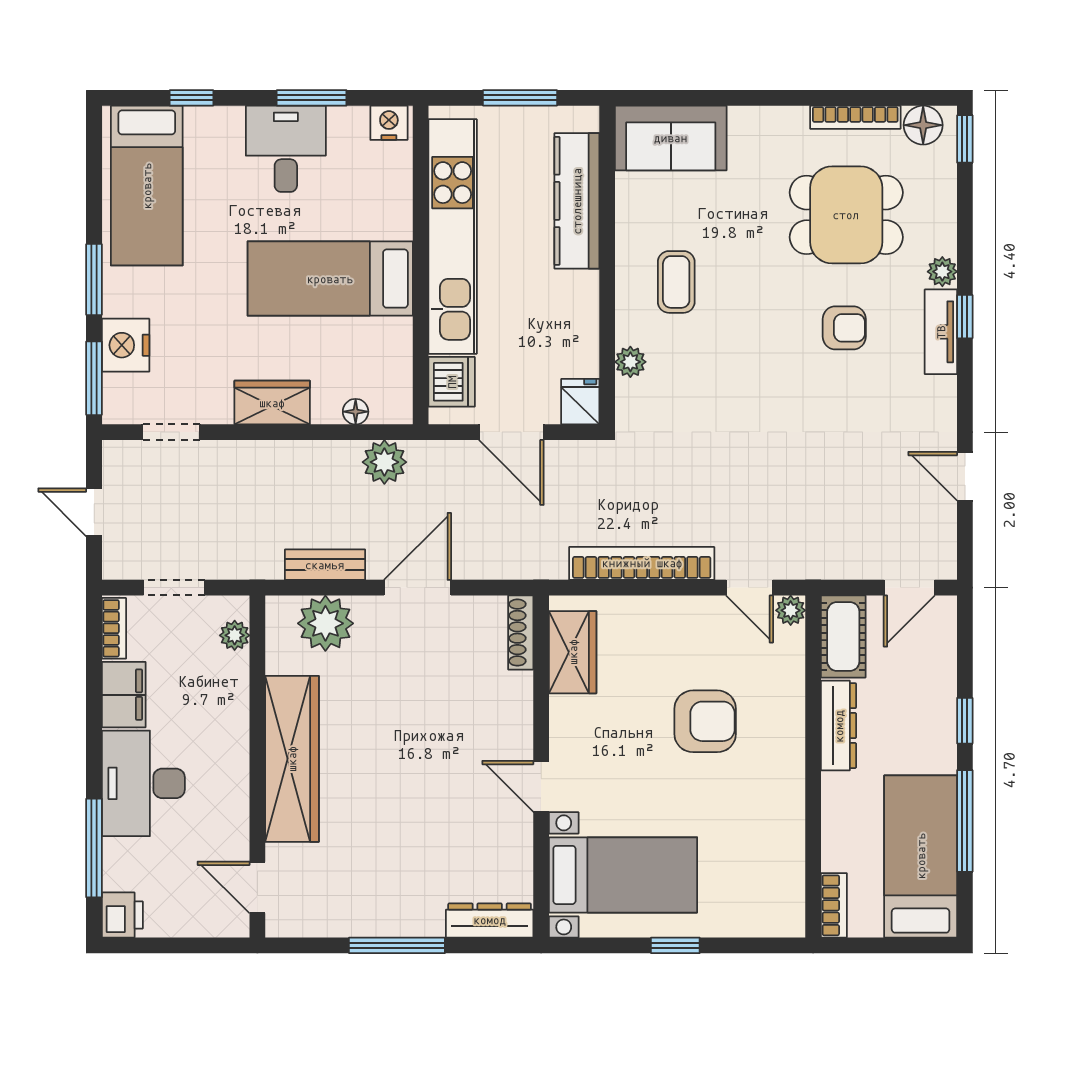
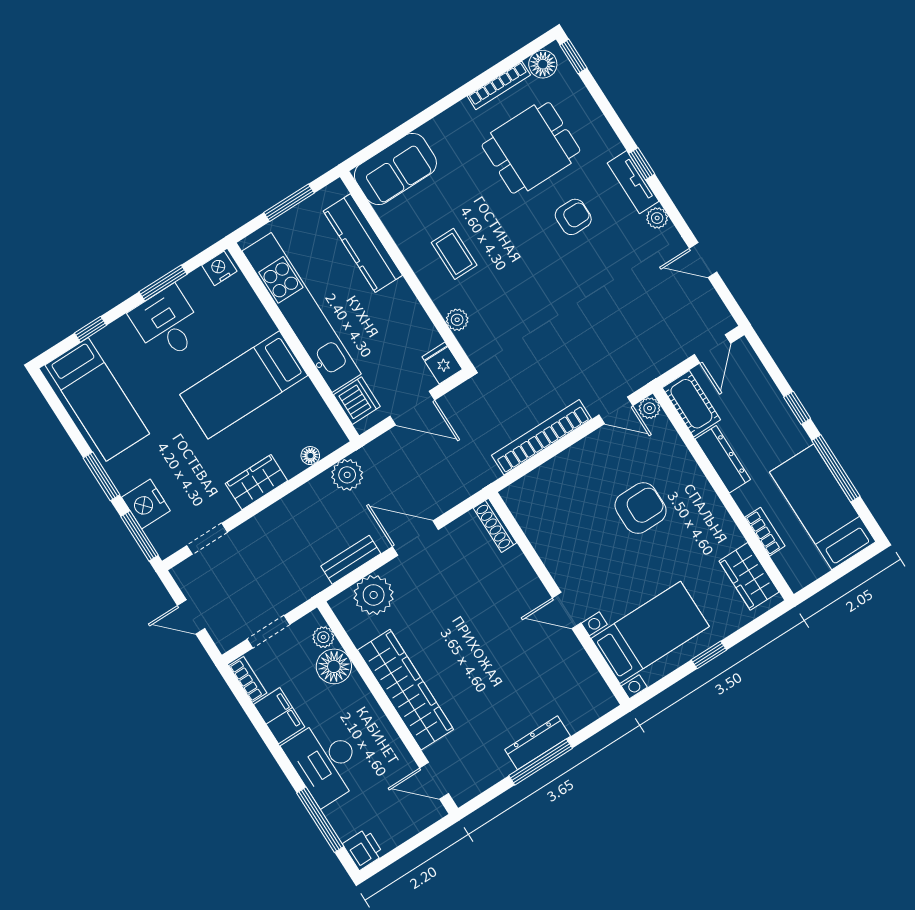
plant: (942, 272) -> (657, 218), moved
door: (418, 588) -> (415, 538), hinge flipped
wardrobe: (573, 652) -> (749, 576), moved, turned 180
floor lamp: (225, 678) -> (334, 666), added
bookcase: (834, 905) -> (765, 532), moved
dresser: (490, 920) -> (538, 743), moved

